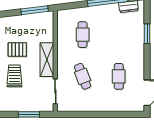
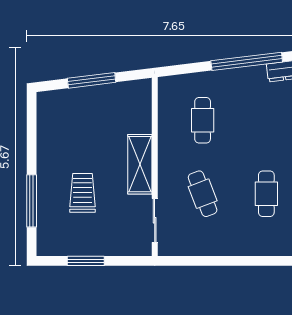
window: (34, 10) -> (92, 80), moved
pallet: (17, 49) -> (88, 146), removed
window: (29, 114) -> (86, 261), moved

